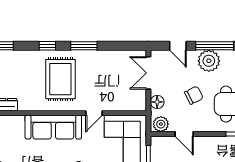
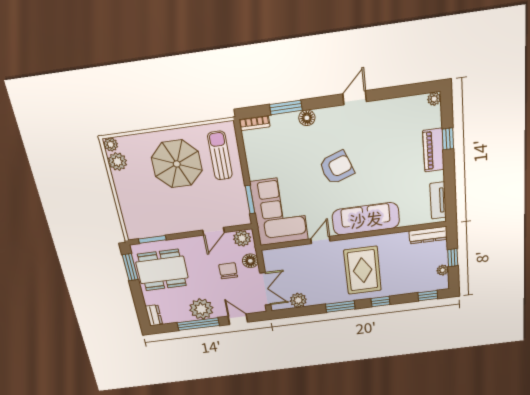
plant: (121, 57) -> (298, 300), added
chair: (194, 95) -> (228, 271), moved, turned 117
door: (184, 134) -> (214, 231), swing flipped

